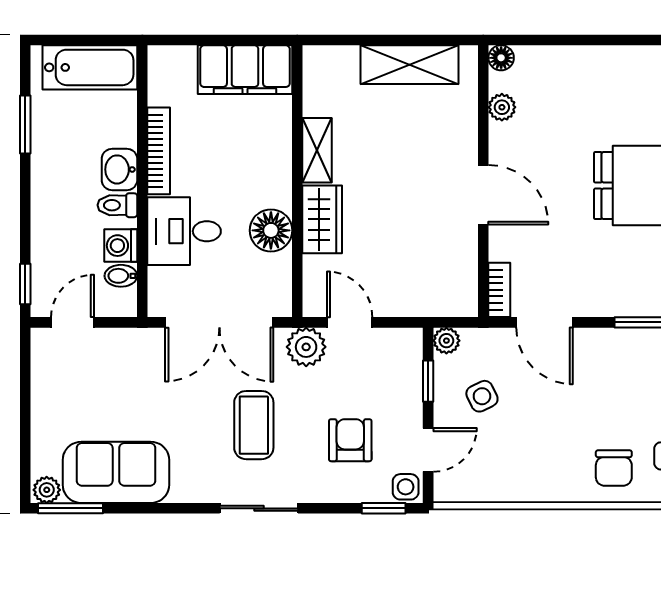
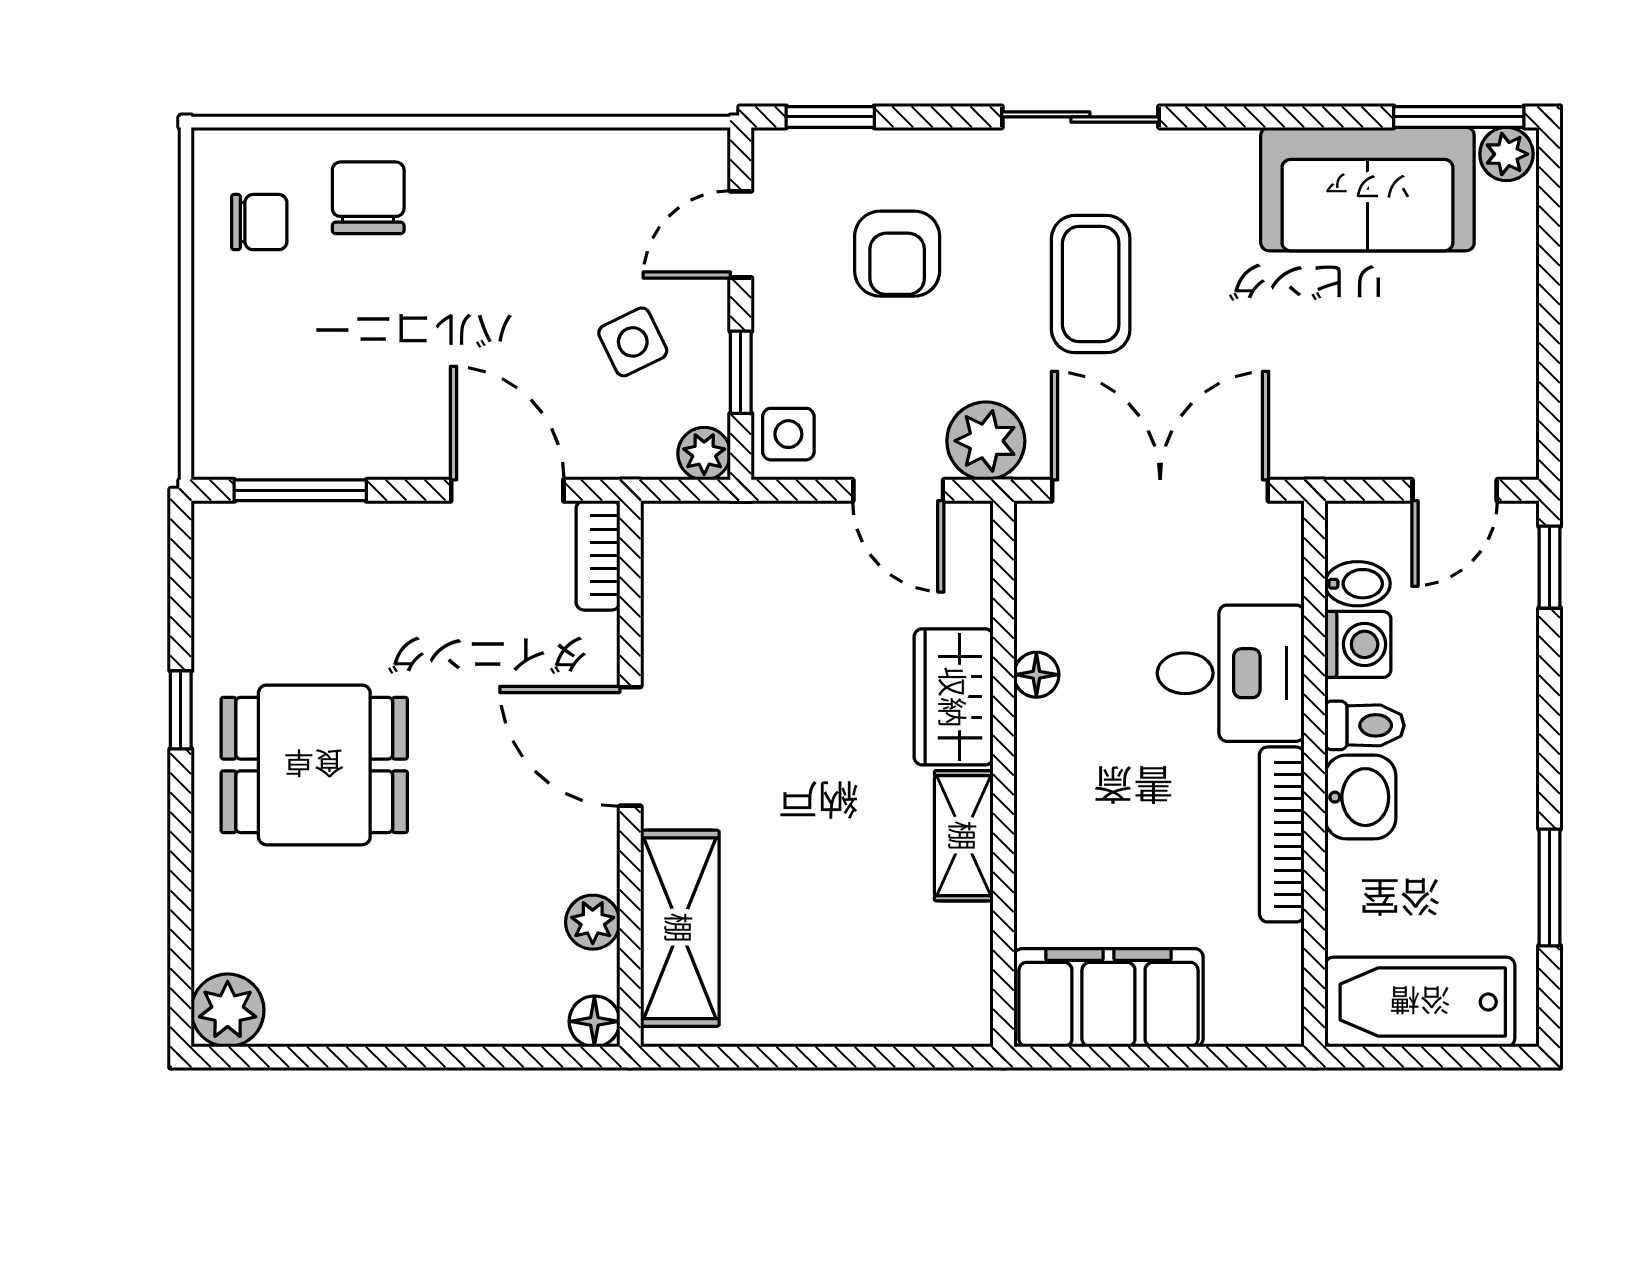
shelving: (409, 65) -> (680, 928), moved, turned 90
floor lamp: (271, 230) -> (1036, 675), width x0.53, depth x0.53
side table: (406, 487) -> (788, 434), moved

